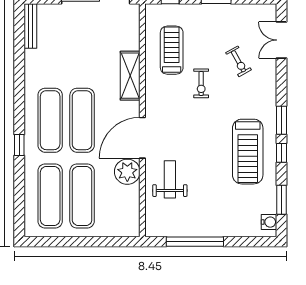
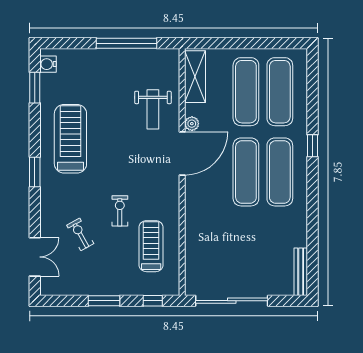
treadmill: (172, 50) -> (151, 246), turned 180
shelving: (130, 76) -> (195, 77), moved
window: (282, 153) -> (35, 137), removed
plant: (127, 172) -> (192, 124), width x0.53, depth x0.53

